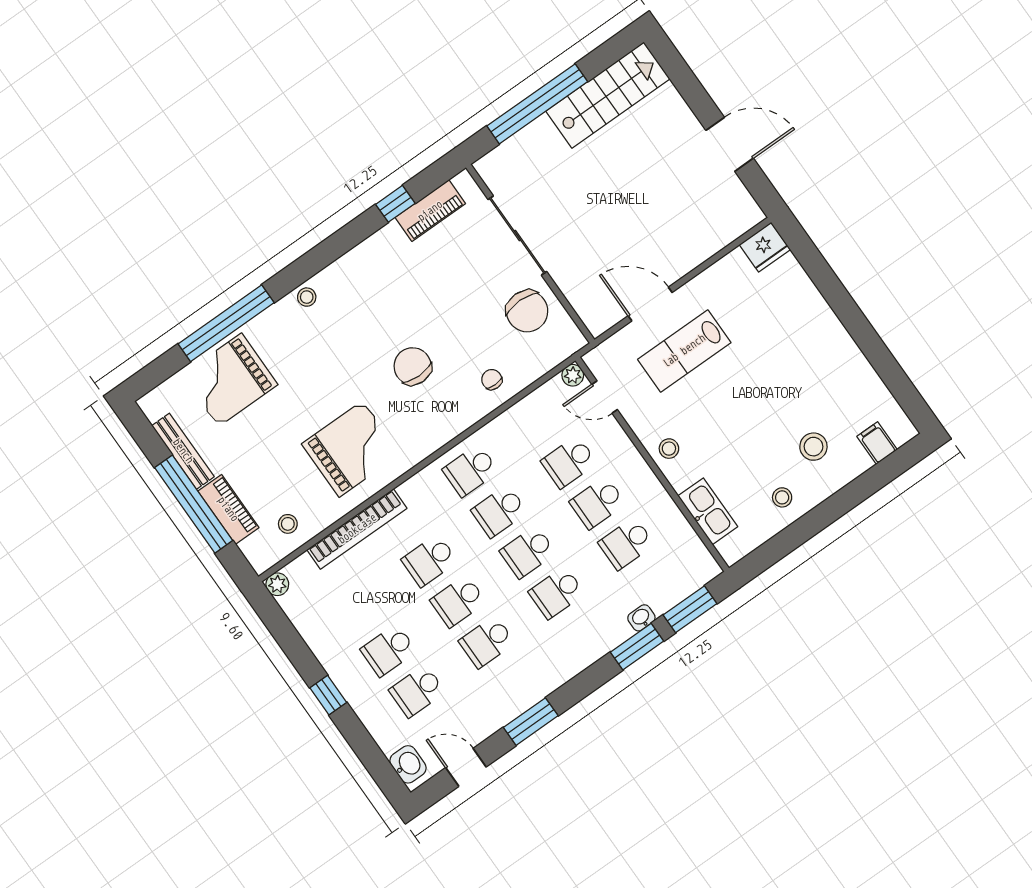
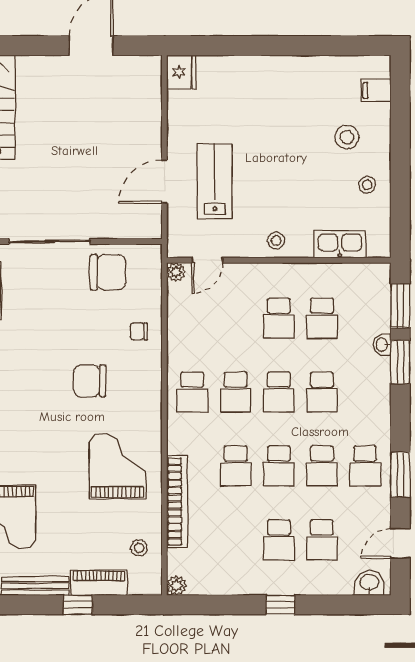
lab bench: (684, 351) -> (215, 181), turned 180
school desk: (569, 462) -> (365, 466), moved
window: (194, 504) -> (78, 605), width x0.32

